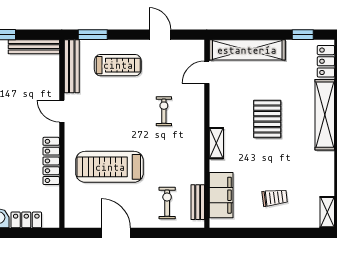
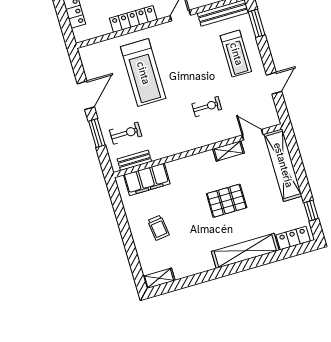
shelving: (216, 143) -> (228, 151), moved
treadmill: (110, 167) -> (143, 73), turned 180
window: (158, 233) -> (97, 133), added

